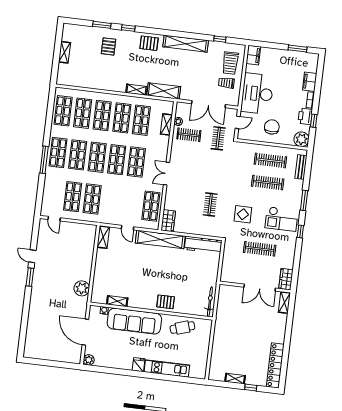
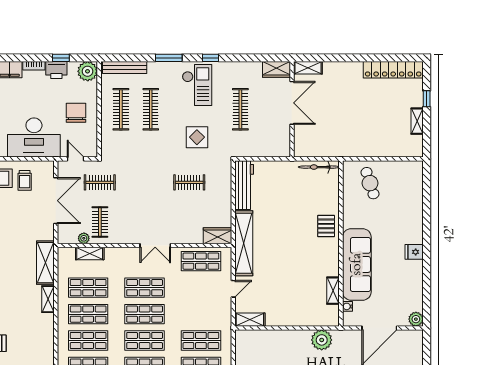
chair: (272, 127) -> (76, 113), turned 90
bench: (301, 167) -> (125, 68), width x1.36
cafe table: (182, 328) -> (370, 183), moved
kitchen unit: (167, 368) -> (415, 214), removed

